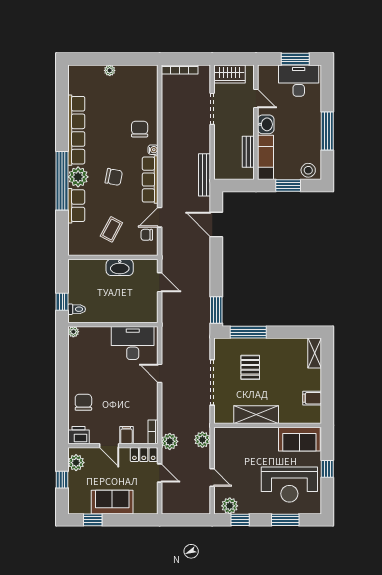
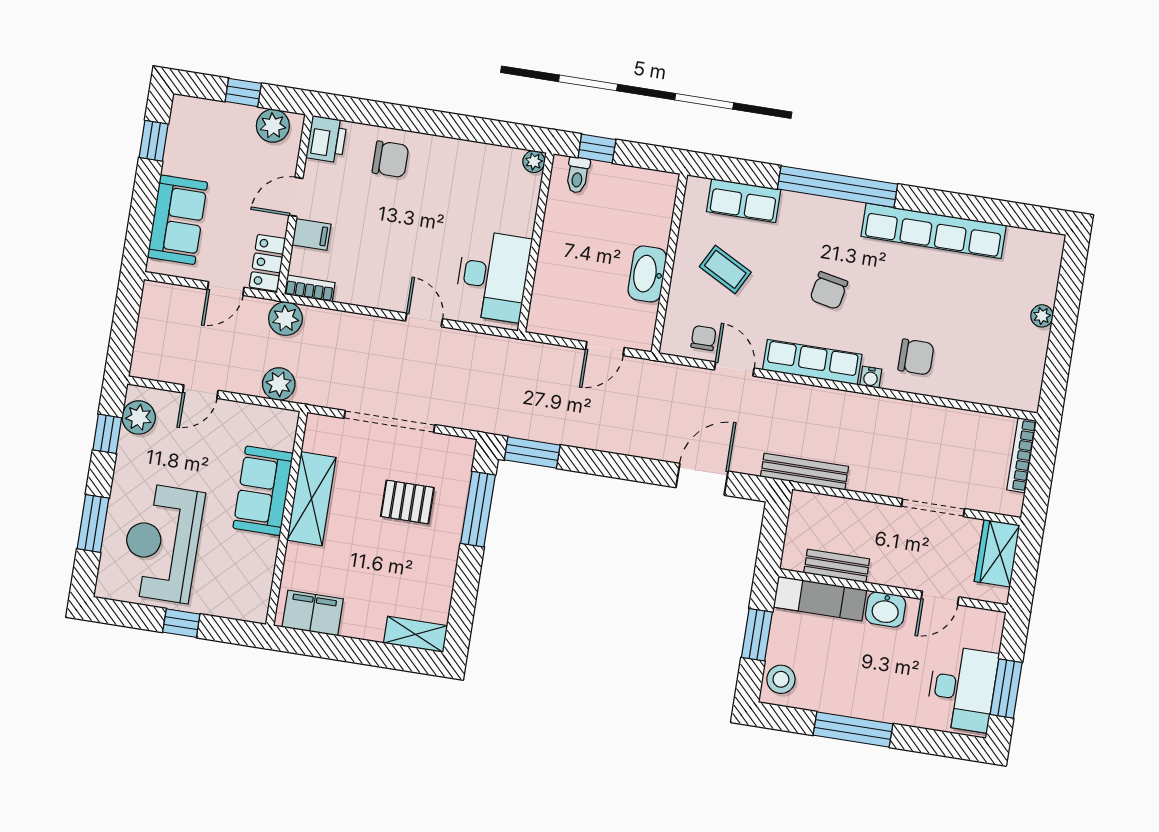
plant: (78, 177) -> (840, 220), removed
row of seats: (76, 206) -> (744, 201), moved
door: (160, 373) -> (424, 320), hinge flipped
filing cabinet: (312, 398) -> (313, 613), width x2.00
sofa: (299, 439) -> (263, 491), moved
sofa: (112, 502) -> (177, 220), moved

